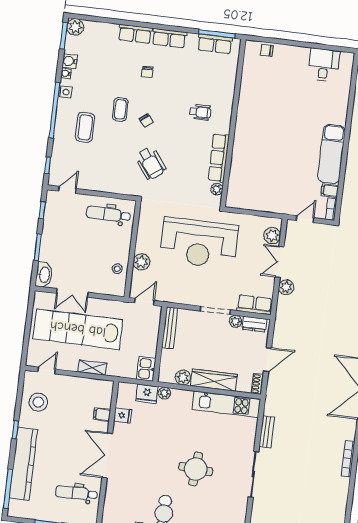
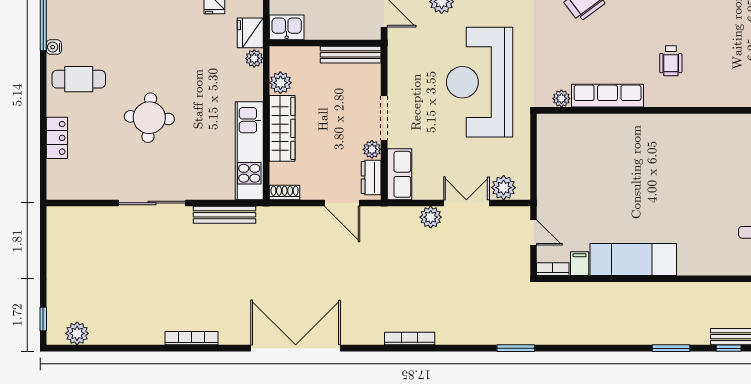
door: (268, 360) -> (342, 203), moved
bench: (267, 432) -> (225, 215), width x1.36

